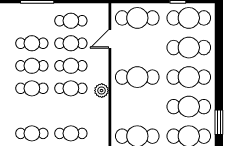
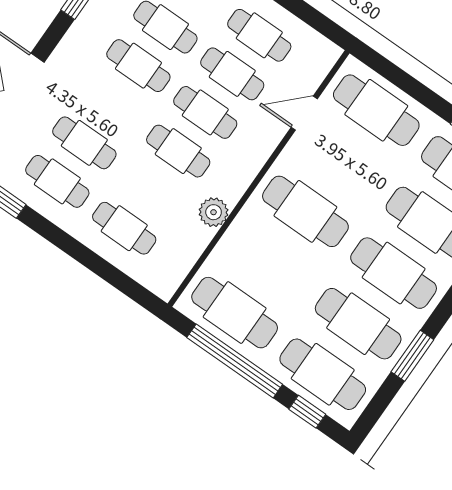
cafe table: (32, 88) -> (84, 143), moved
plant: (102, 91) -> (214, 212), moved
window: (219, 122) -> (412, 356), moved

